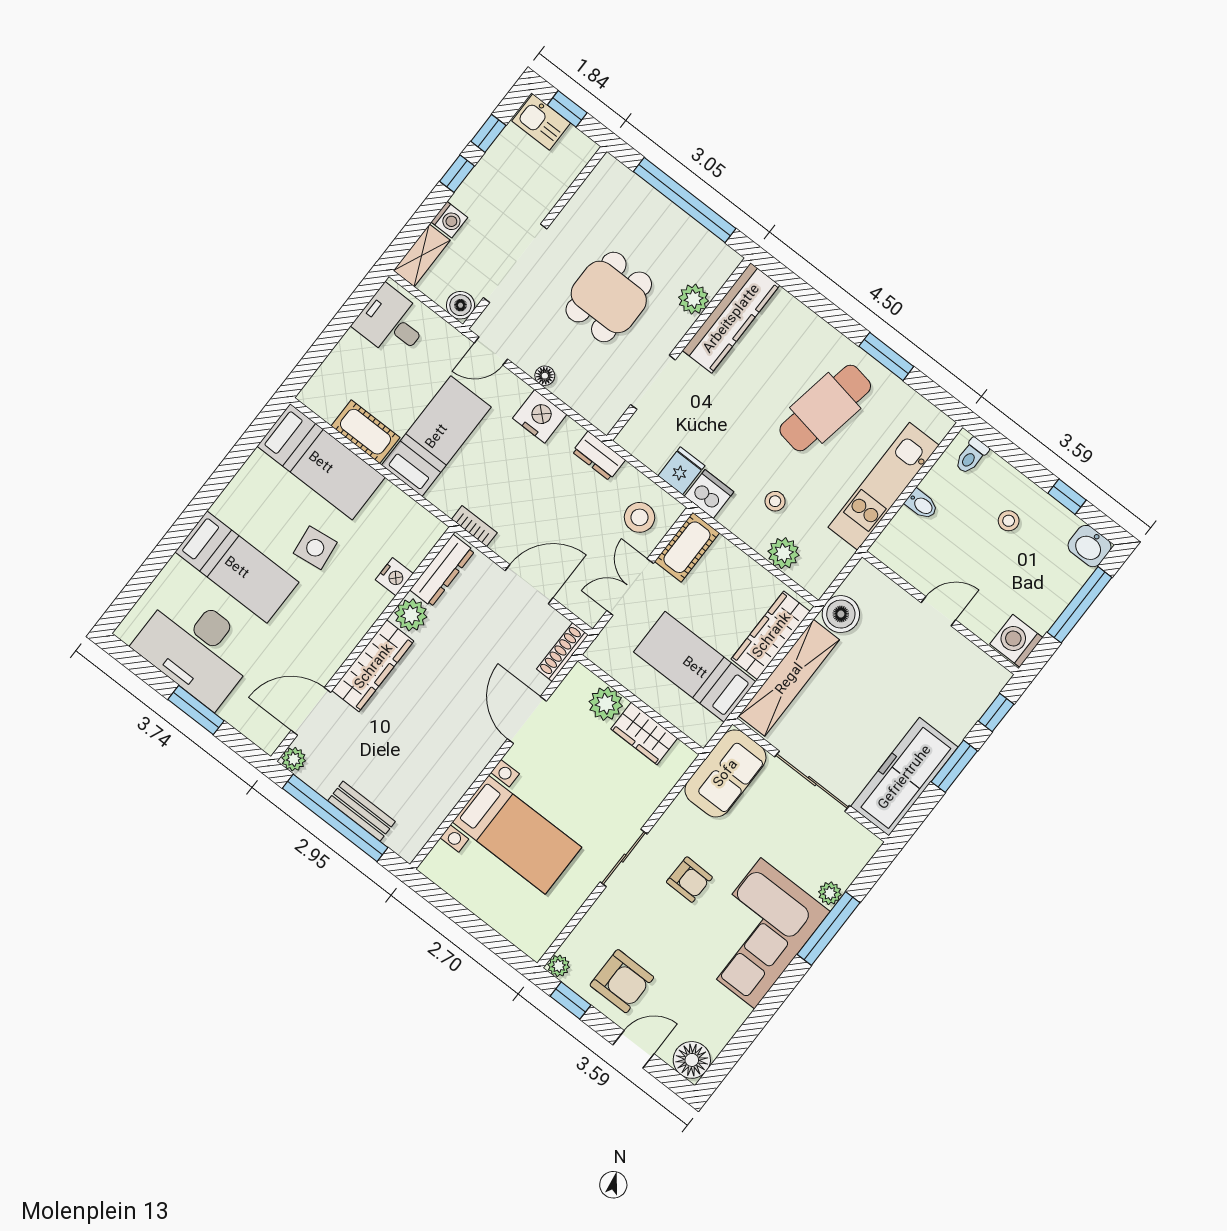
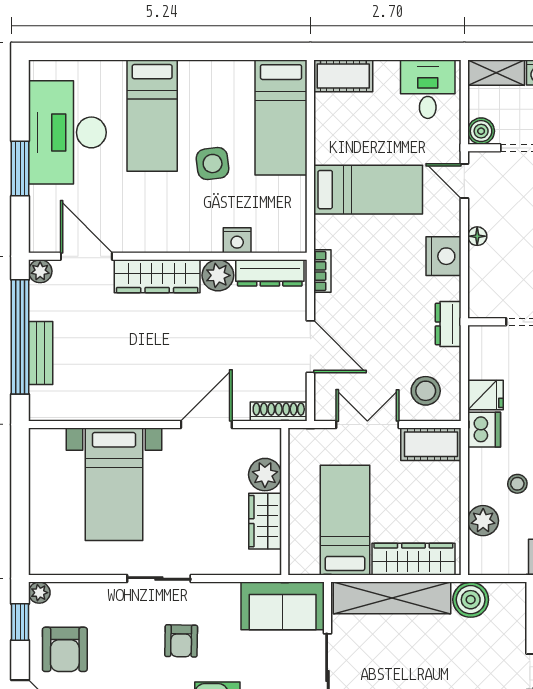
cot: (365, 432) -> (343, 76), moved, turned 90

